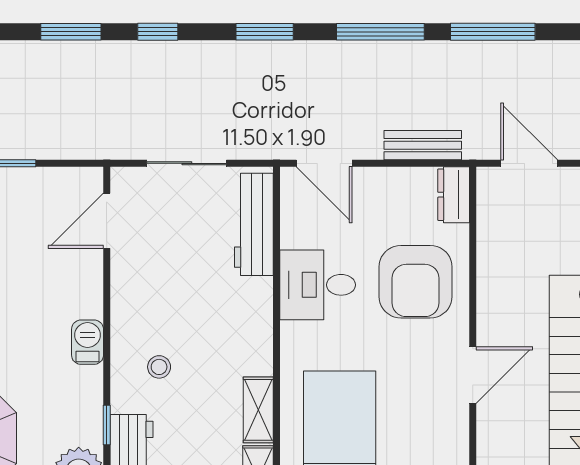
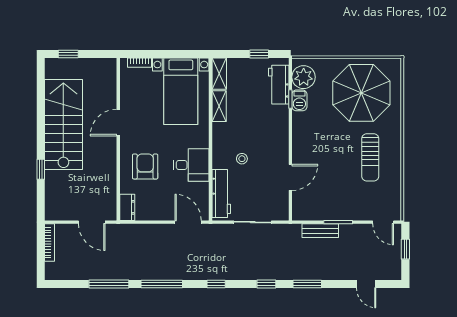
window: (265, 32) -> (216, 284), width x0.67
bench: (423, 145) -> (320, 231), moved
door: (107, 221) -> (290, 177), moved
armchair: (416, 282) -> (145, 166), width x0.73, depth x0.73
barbecue: (88, 342) -> (299, 100), moved
stool: (159, 367) -> (242, 159), moved

